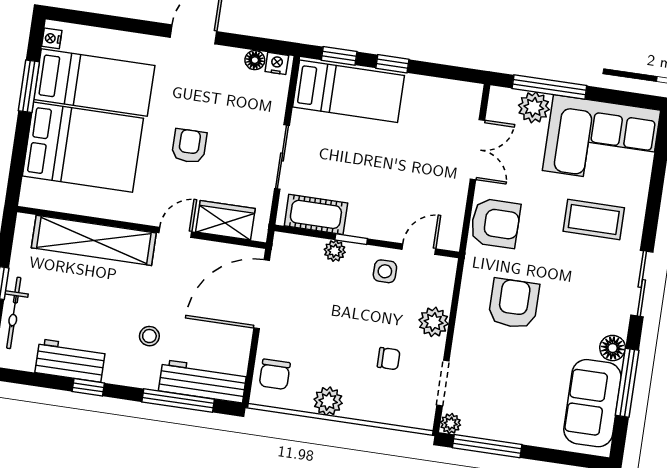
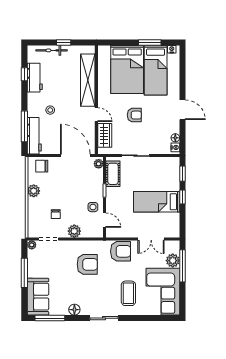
bed: (349, 91) -> (157, 202), moved, turned 90
armchair: (495, 223) -> (121, 251), turned -90
plant: (335, 251) -> (99, 164), moved
window: (627, 383) -> (50, 318), moved
window: (88, 387) -> (24, 74), moved
sofa: (592, 403) -> (38, 297), moved, turned 90
window: (487, 446) -> (24, 273), moved

